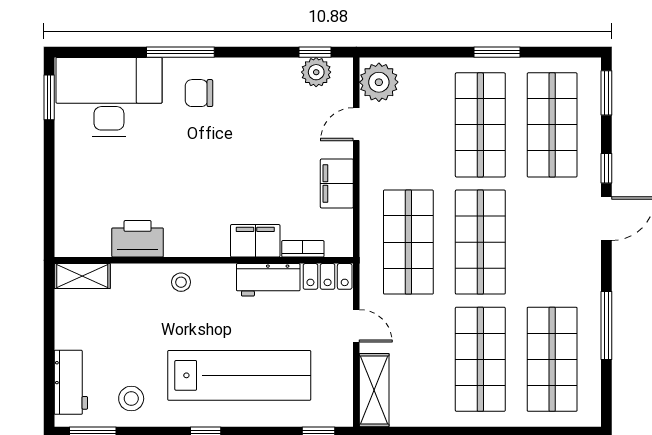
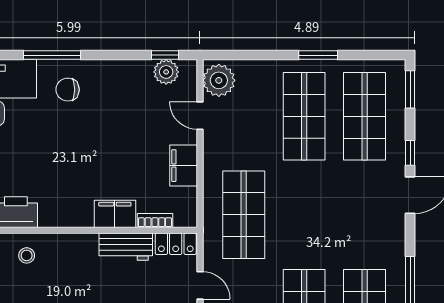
door: (356, 124) -> (200, 116), hinge flipped
shop shelf: (480, 242) -> (304, 215), removed
stool: (181, 282) -> (27, 255), moved

